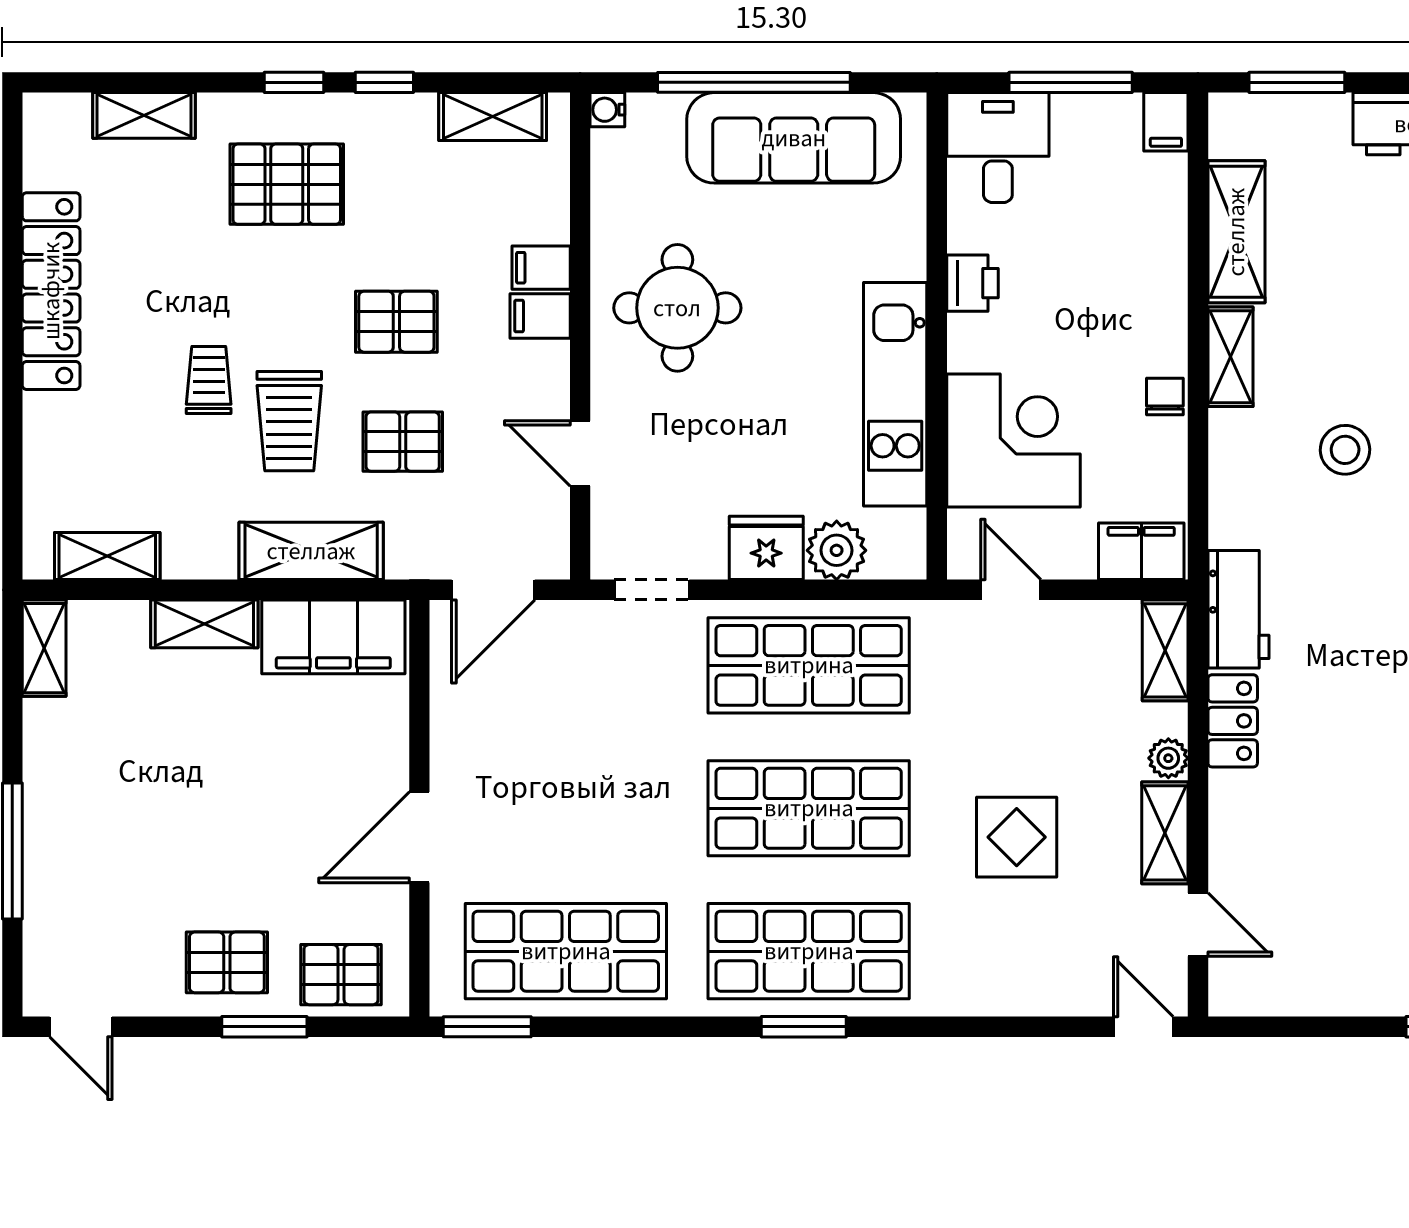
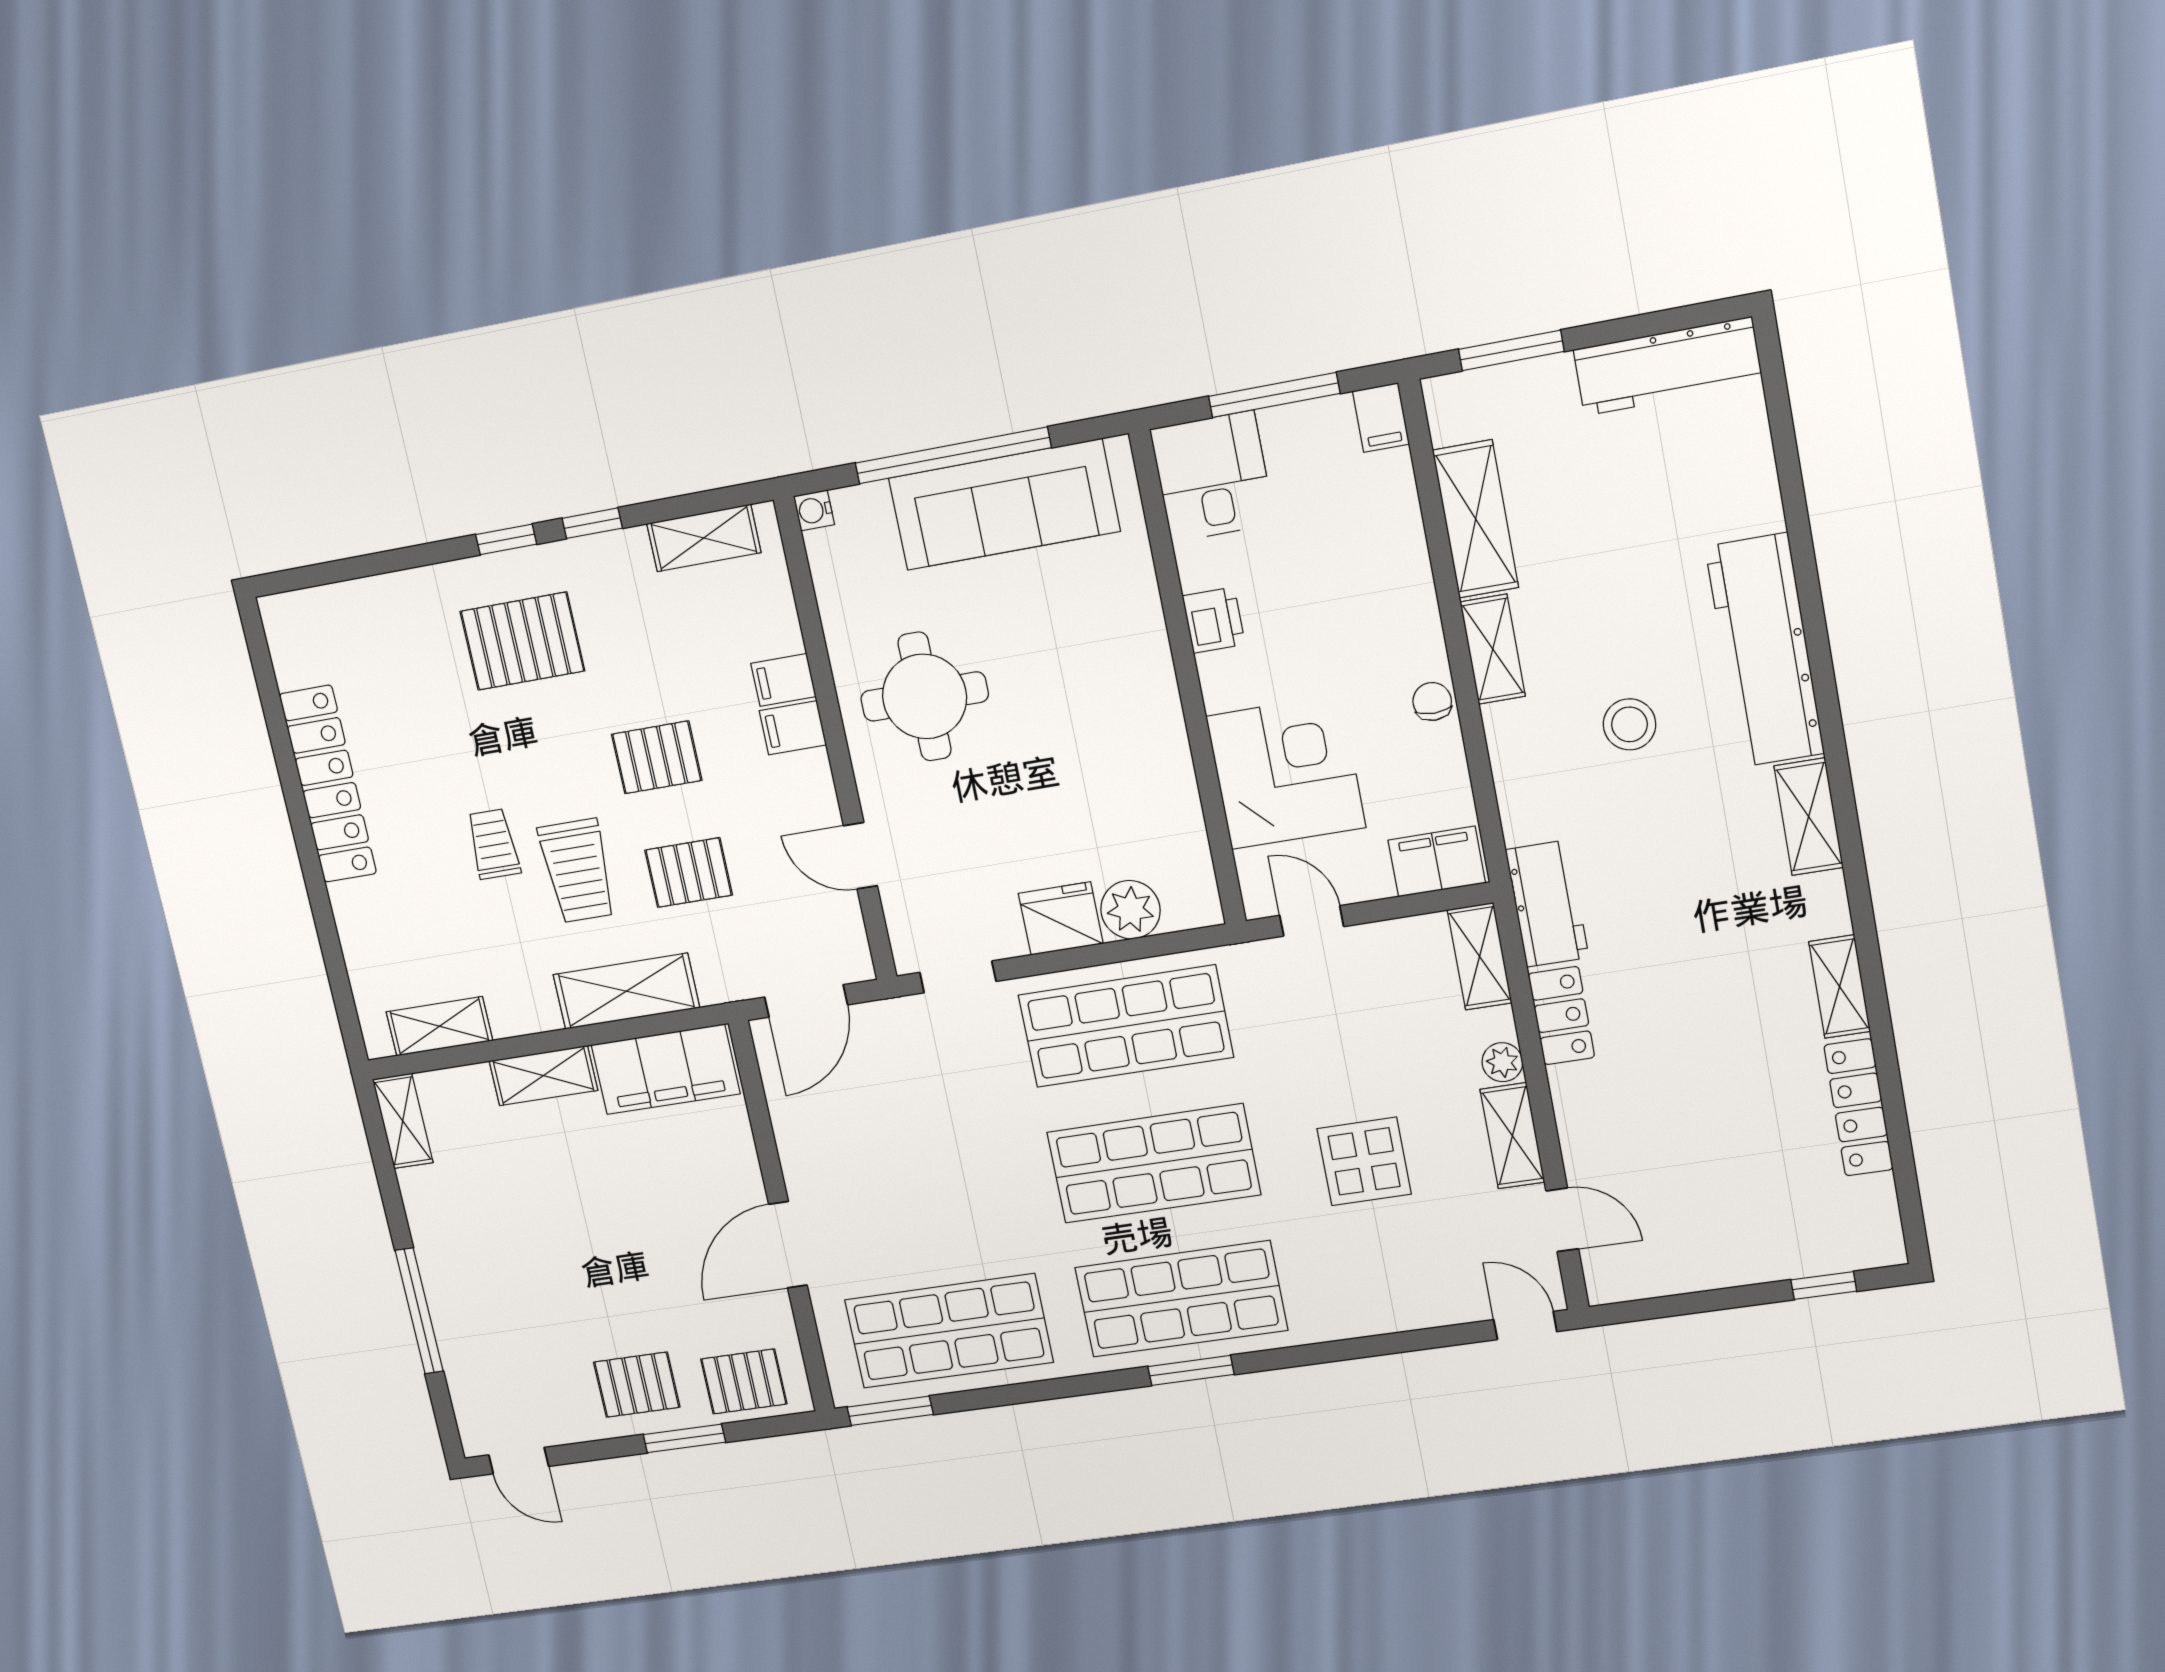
shelving: (144, 115) -> (373, 598), removed
kitchen unit: (895, 394) -> (1158, 746), removed

